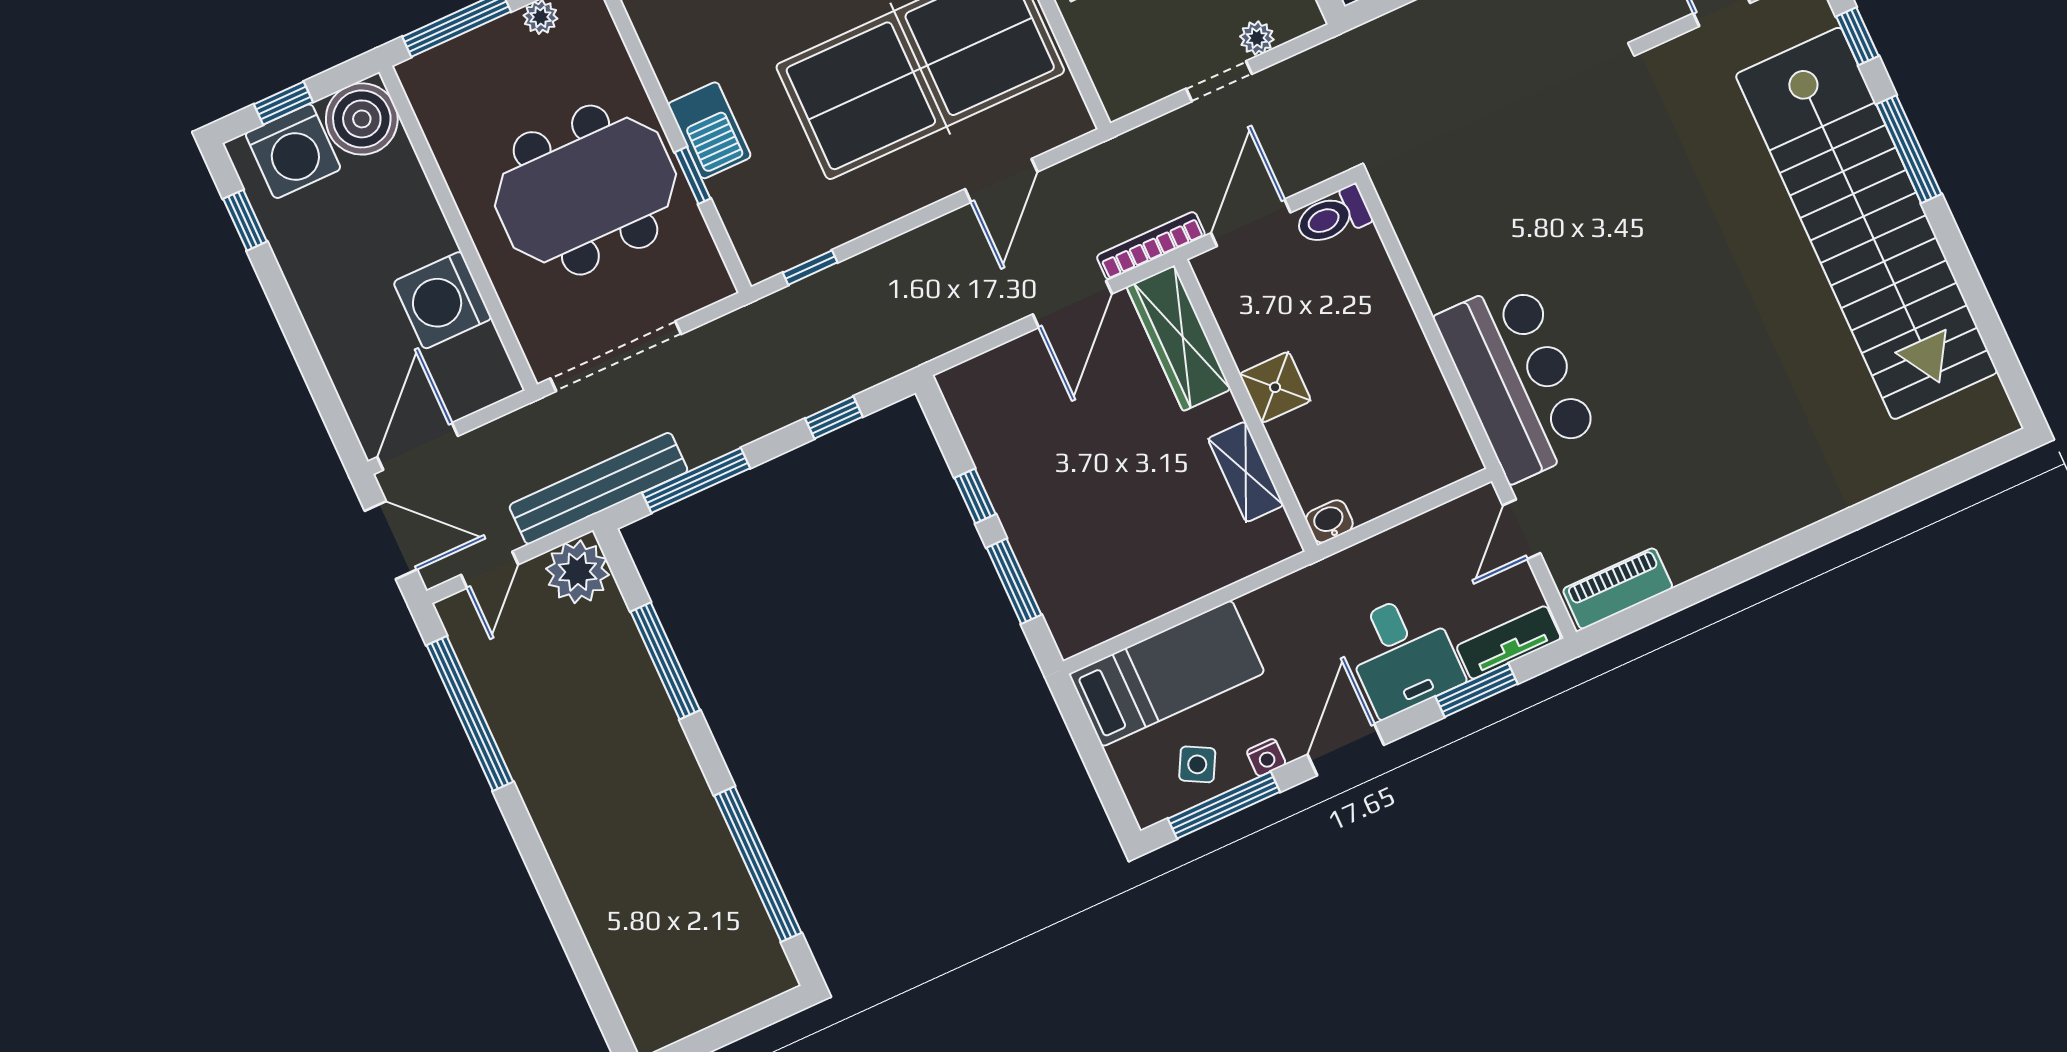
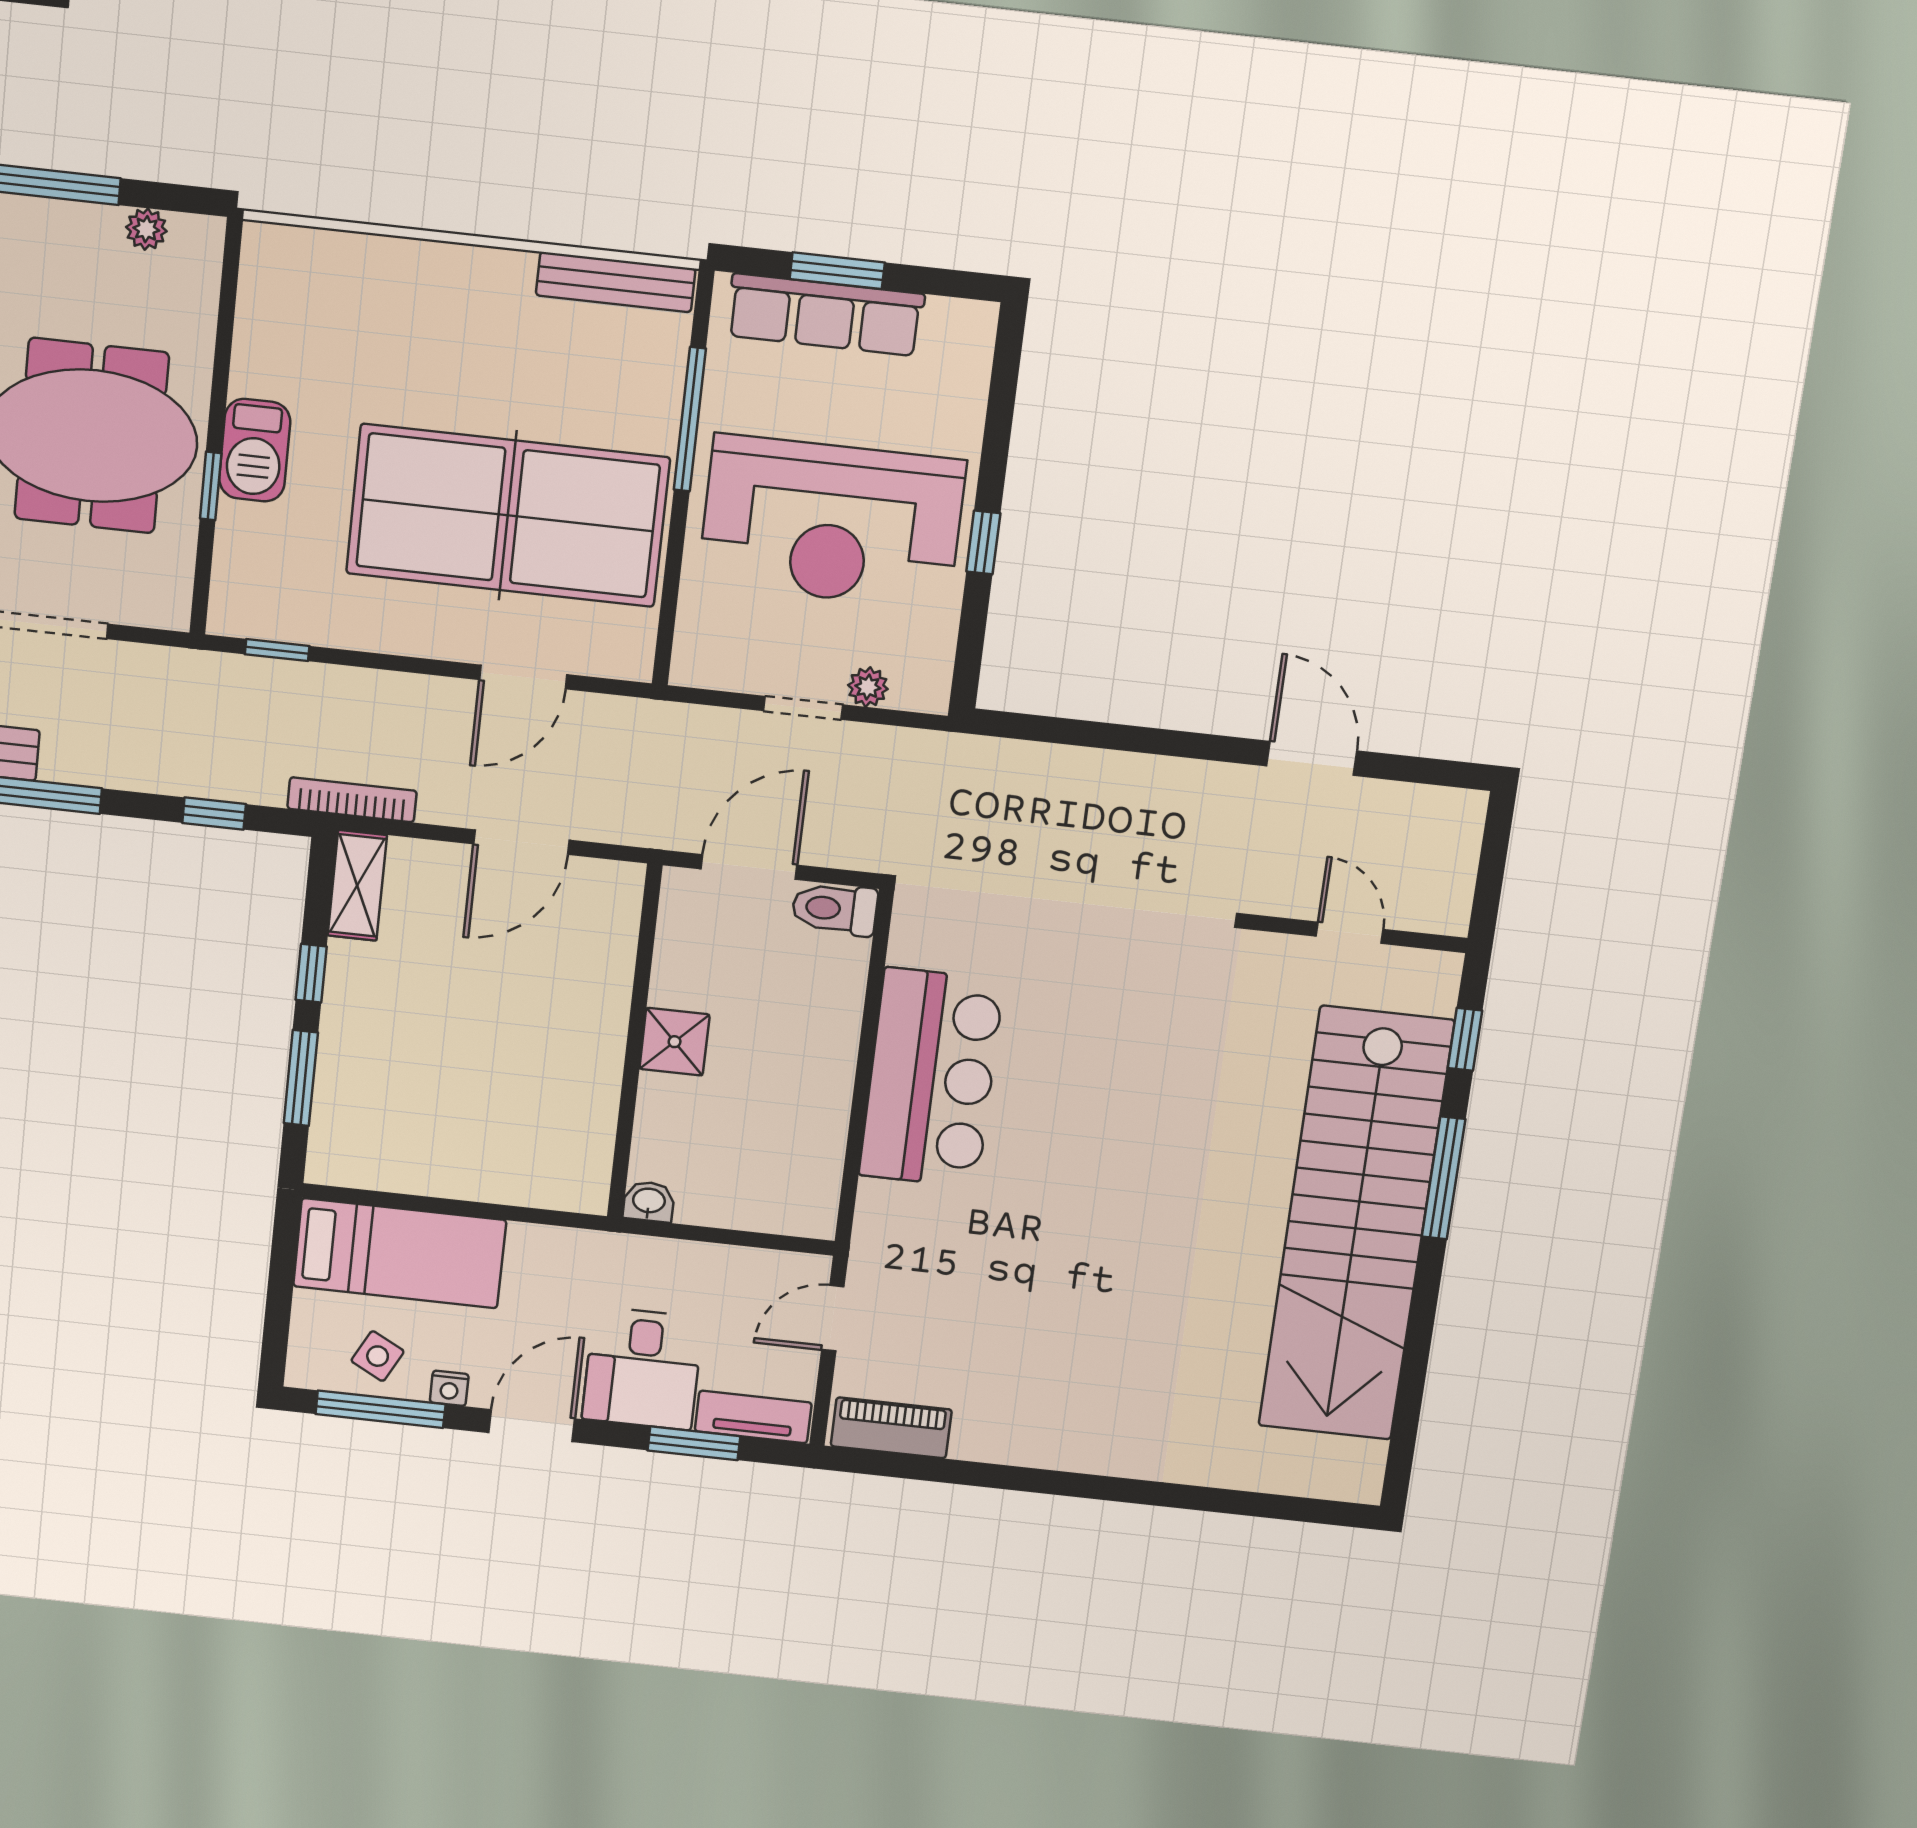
bookcase: (1151, 246) -> (352, 800), moved
wardrobe: (1179, 338) -> (608, 938), removed
bar counter: (1518, 380) -> (931, 1078), moved
shelving: (1246, 472) -> (357, 885), moved

